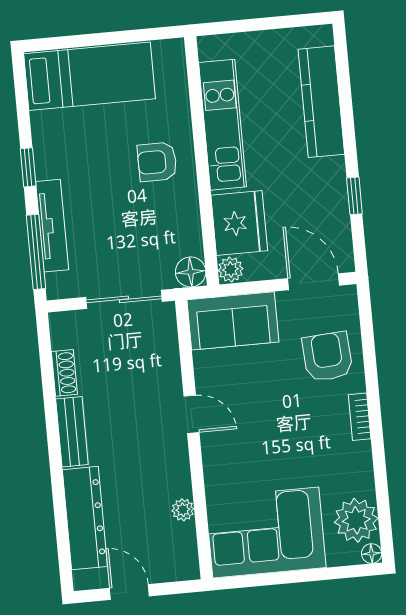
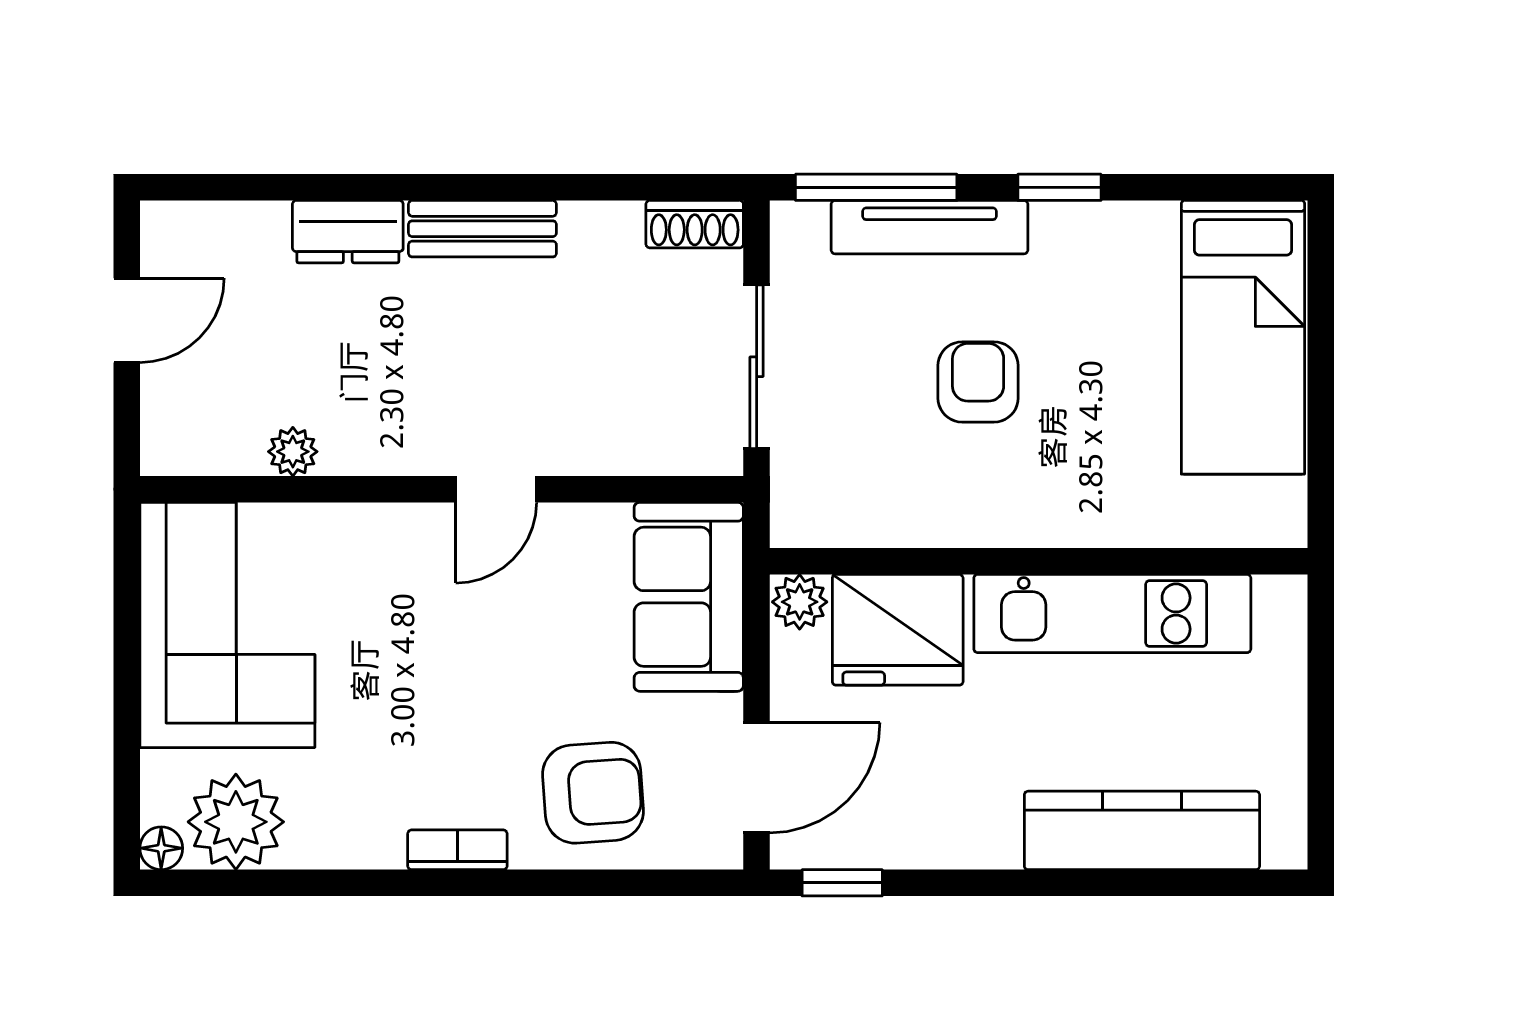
armchair: (157, 162) -> (978, 382), moved
window: (354, 196) -> (842, 883), moved
floor lamp: (191, 272) -> (802, 516), removed
shoe rack: (64, 373) -> (695, 224), moved
dresser: (85, 518) -> (348, 232), width x0.51, depth x0.80

